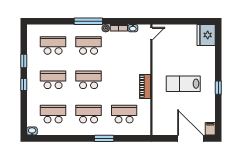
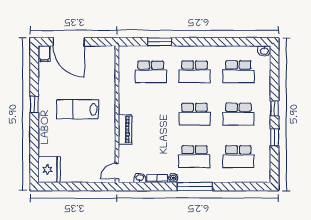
lab bench: (183, 84) -> (78, 109), turned 180
piano: (145, 87) -> (125, 130), moved
window: (104, 138) -> (160, 42), moved

